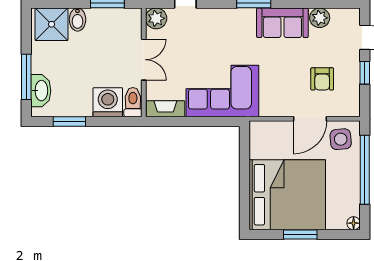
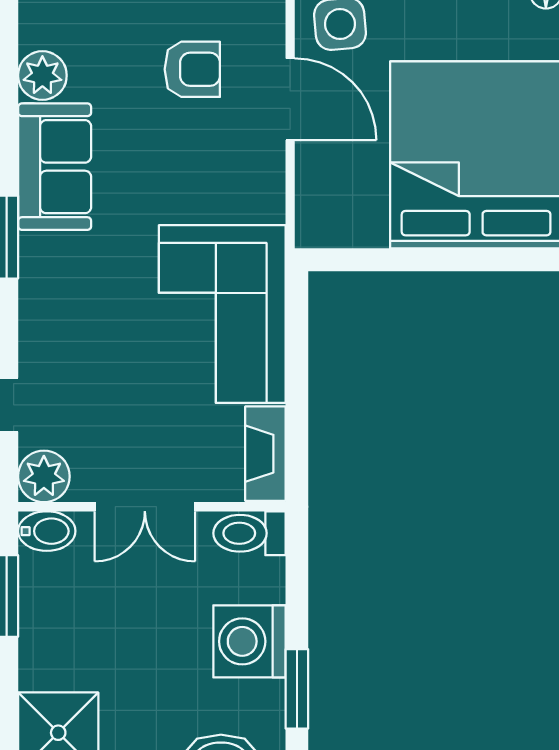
bidet: (78, 20) -> (47, 531), moved
double door: (144, 60) -> (145, 507), swing flipped
washing machine: (108, 102) -> (249, 641), moved

